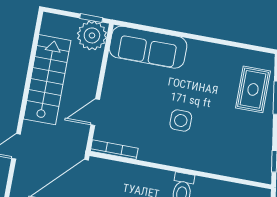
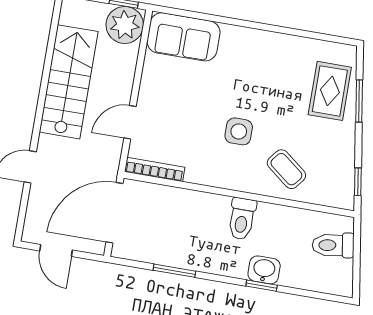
sofa: (148, 47) -> (183, 37), width x0.73
coffee table: (218, 151) -> (286, 169), added

